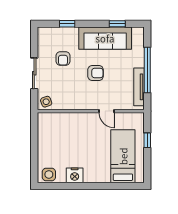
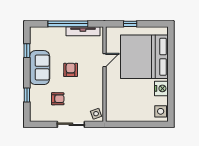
sofa: (105, 38) -> (40, 68), width x0.73
bed: (123, 156) -> (144, 57), width x2.04

